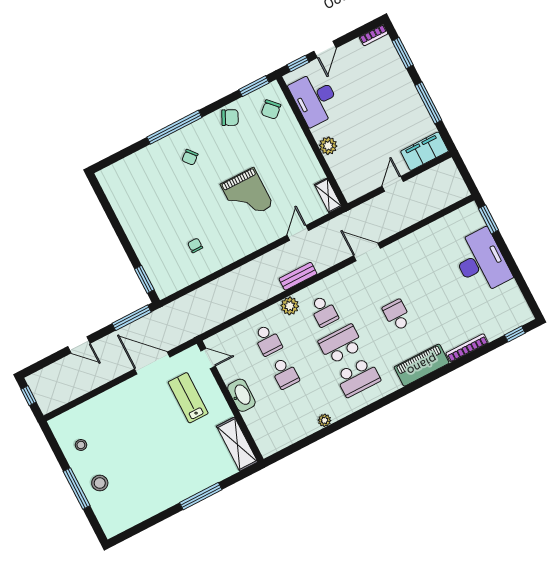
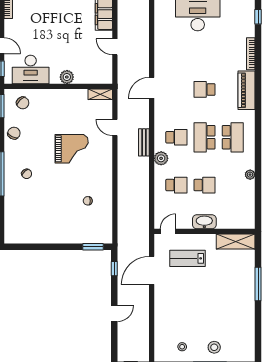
window: (132, 318) -> (114, 269), width x0.46

